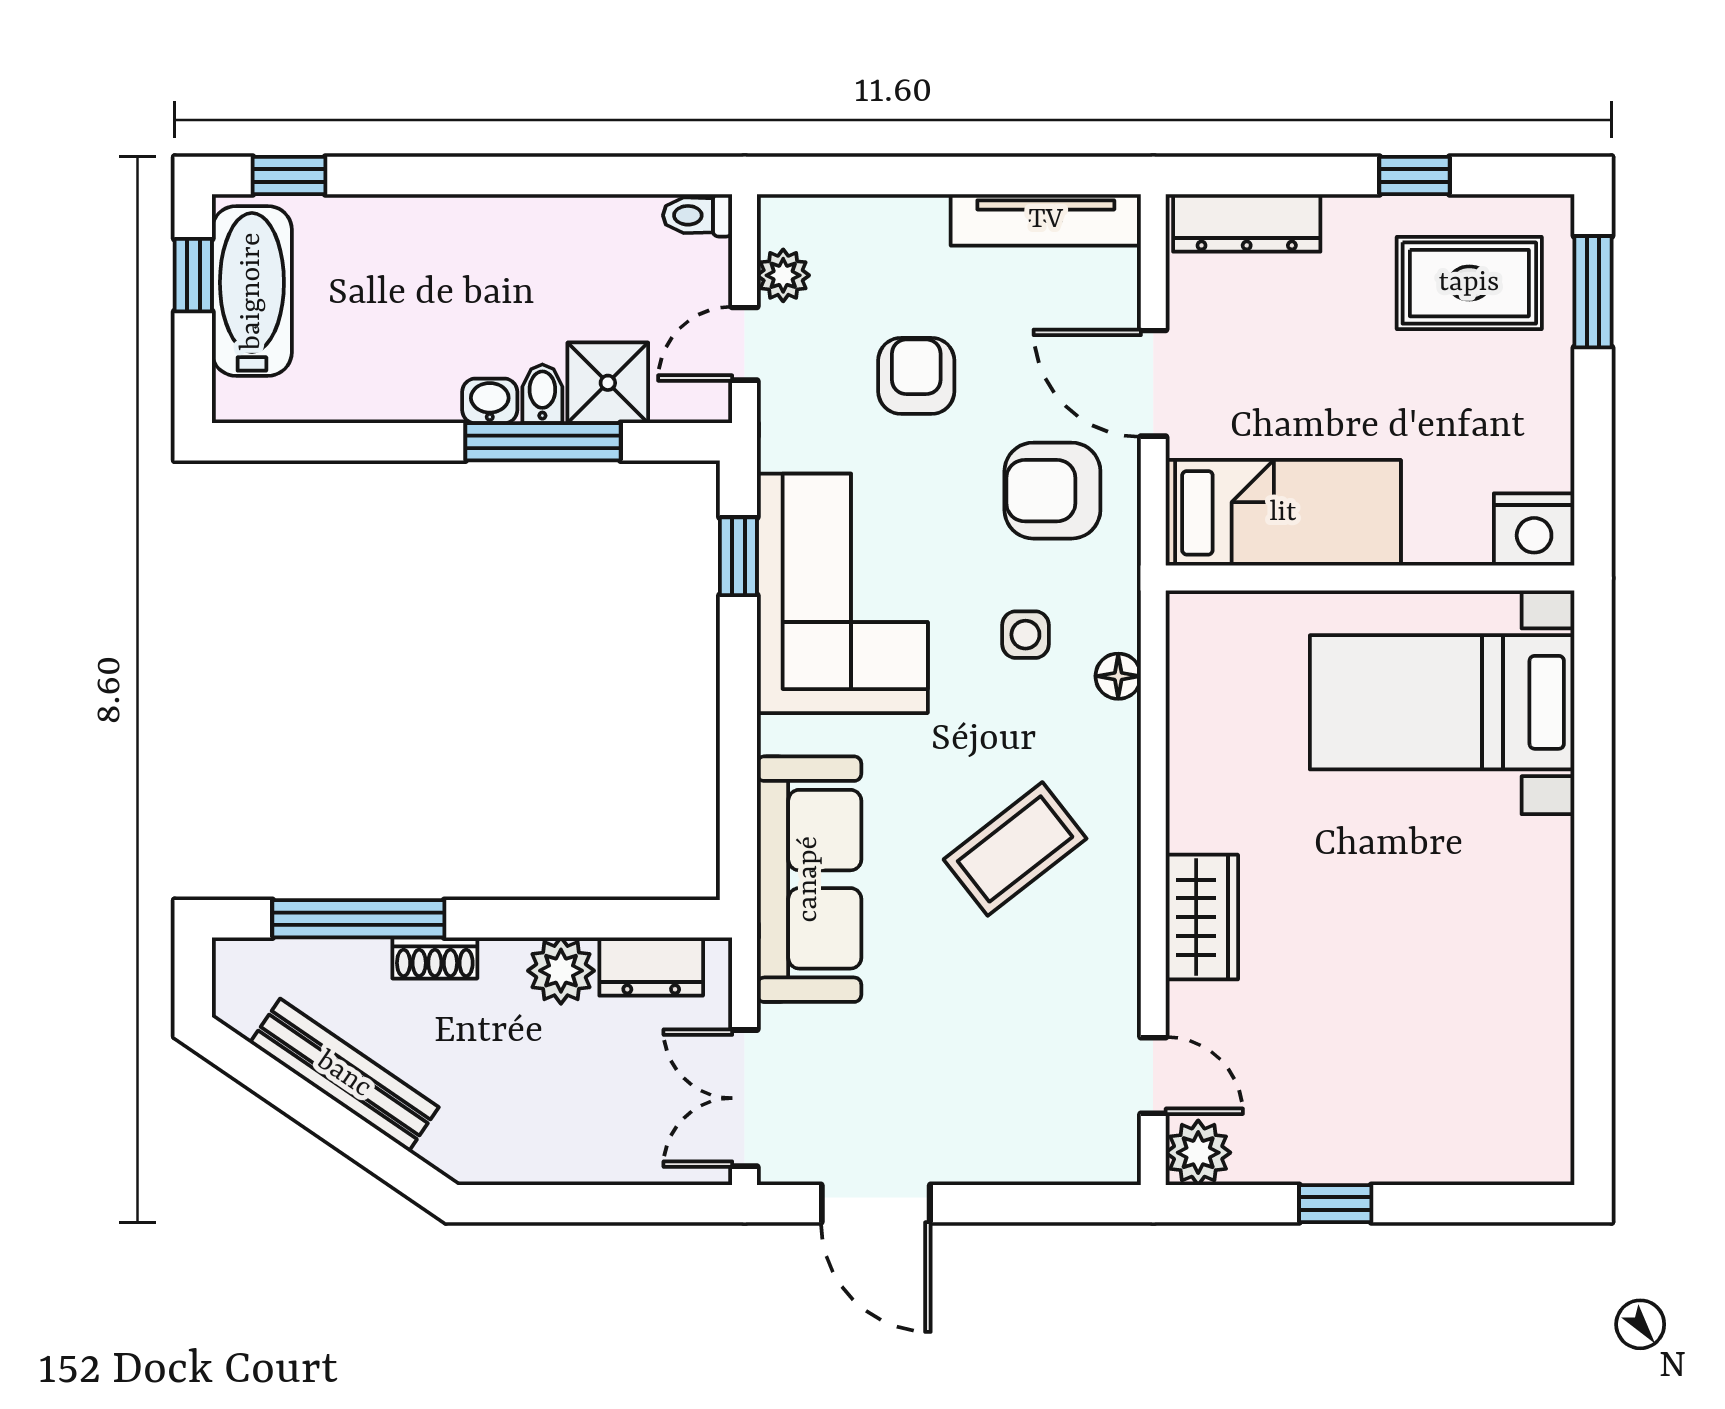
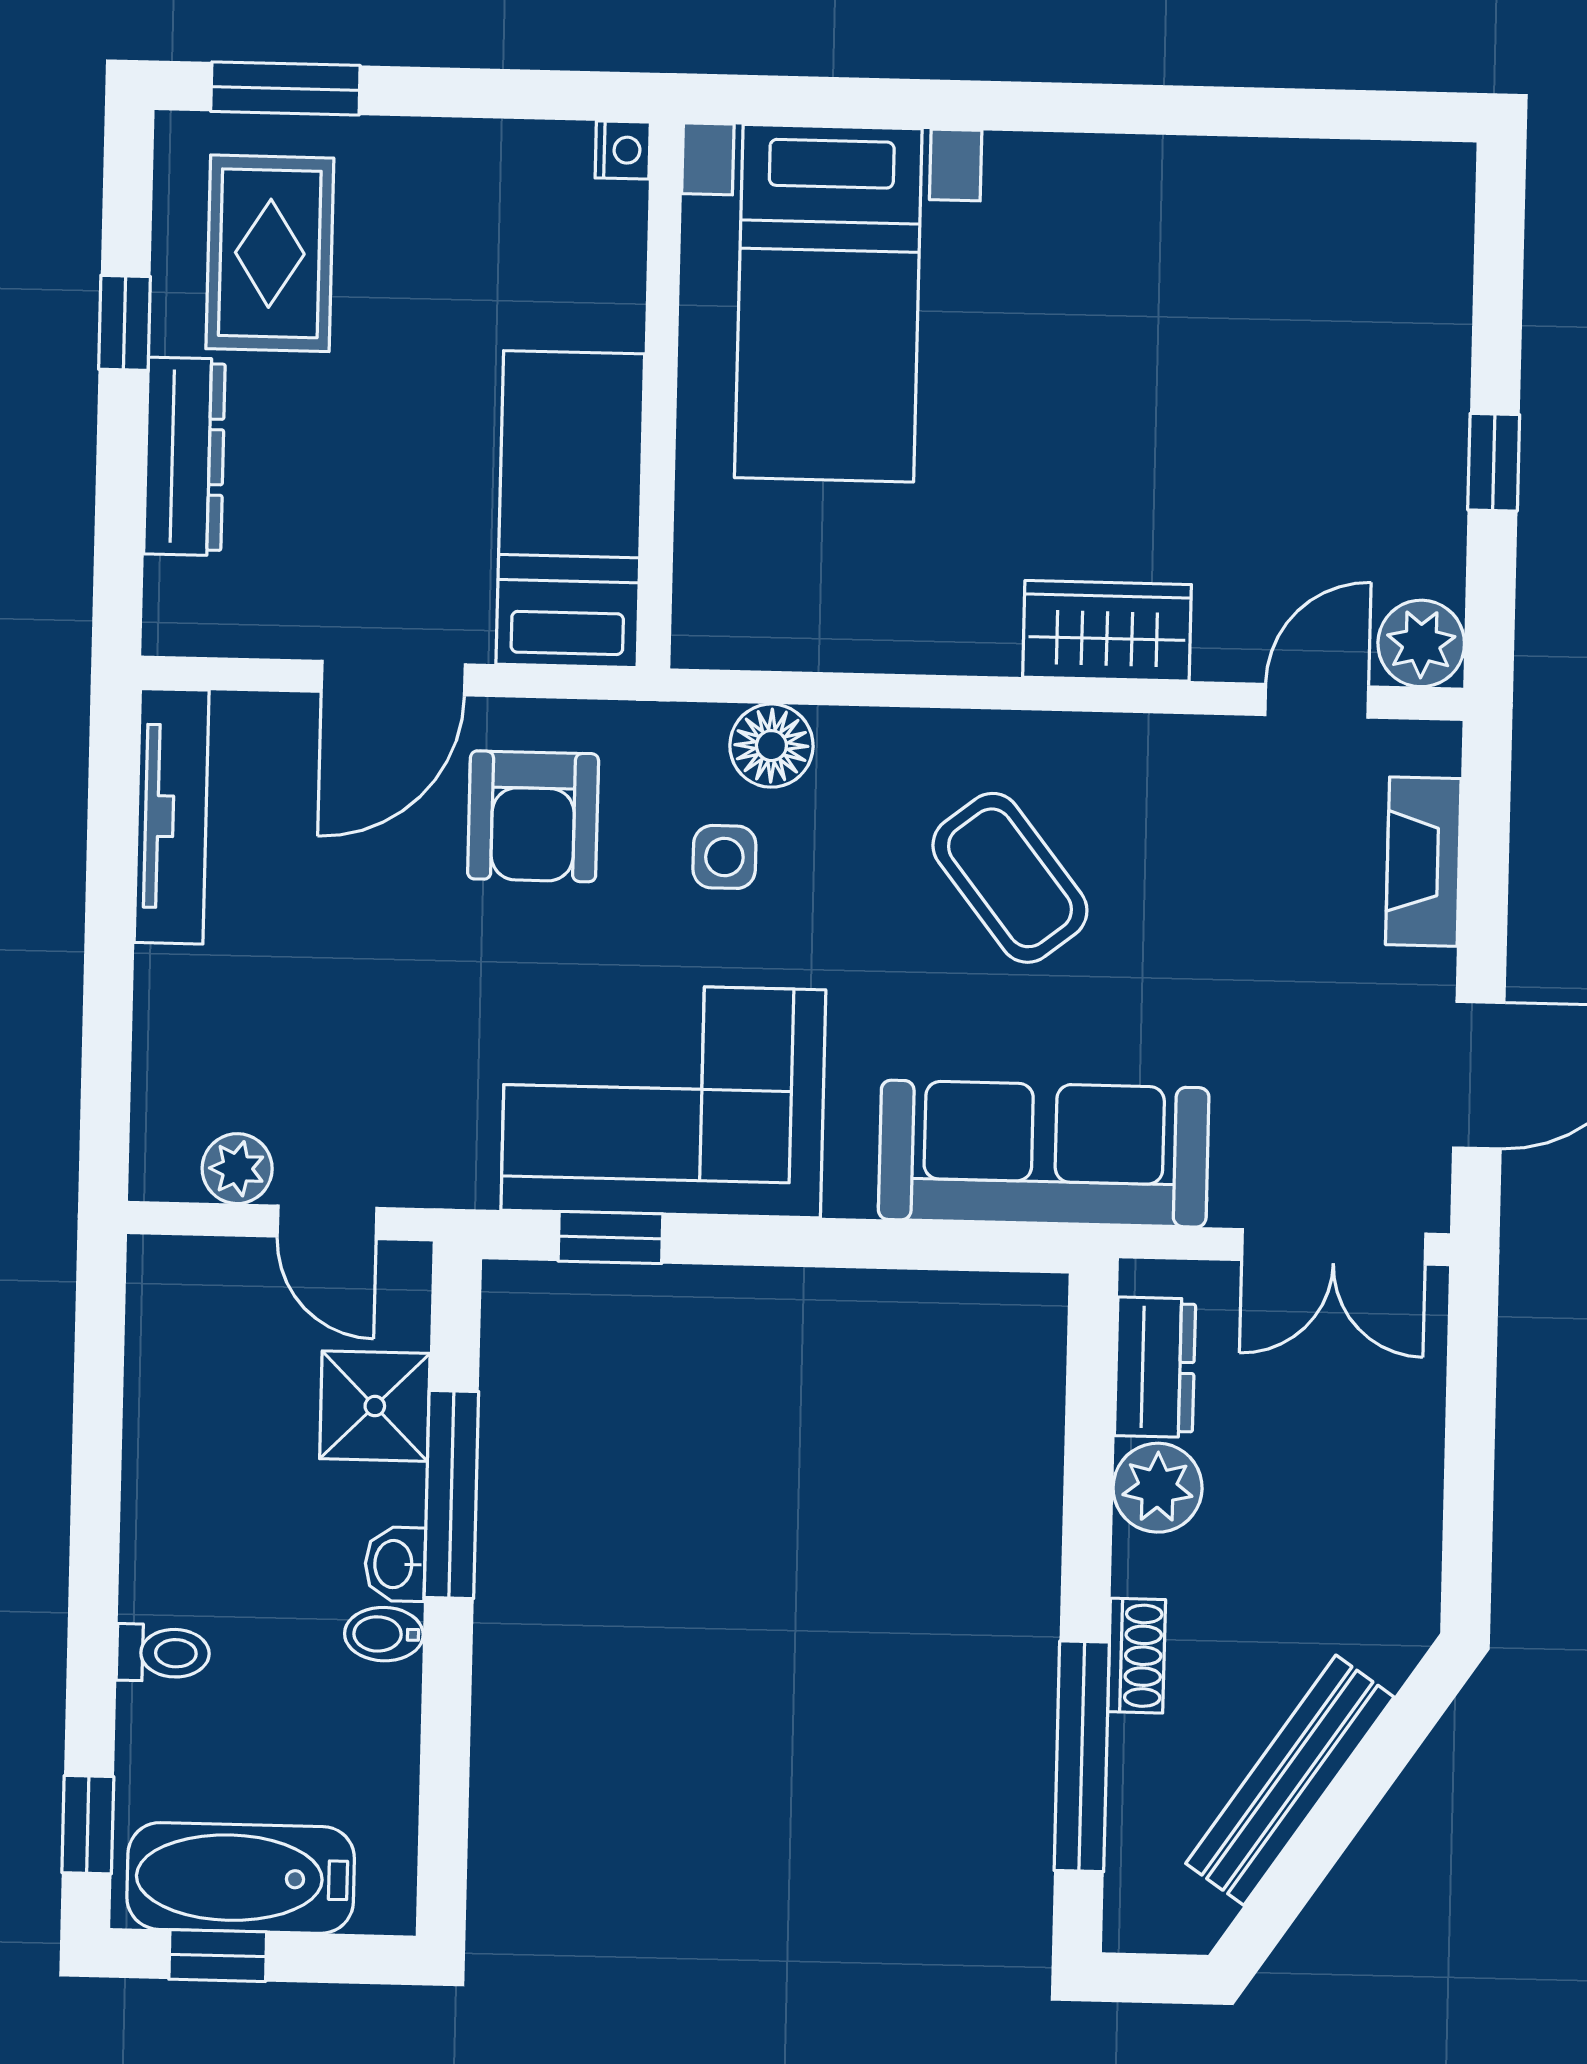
toilet: (698, 215) -> (163, 1653), moved, turned -90
dresser: (1247, 223) -> (185, 456), moved
armchair: (916, 376) -> (376, 994), removed
bidet: (542, 394) -> (384, 1634), moved
nightstand: (1534, 529) -> (623, 150), width x0.53, depth x0.56
floor lamp: (1118, 676) -> (771, 746), width x1.37, depth x1.37
fireplace: (1035, 1158) -> (1423, 862), added

